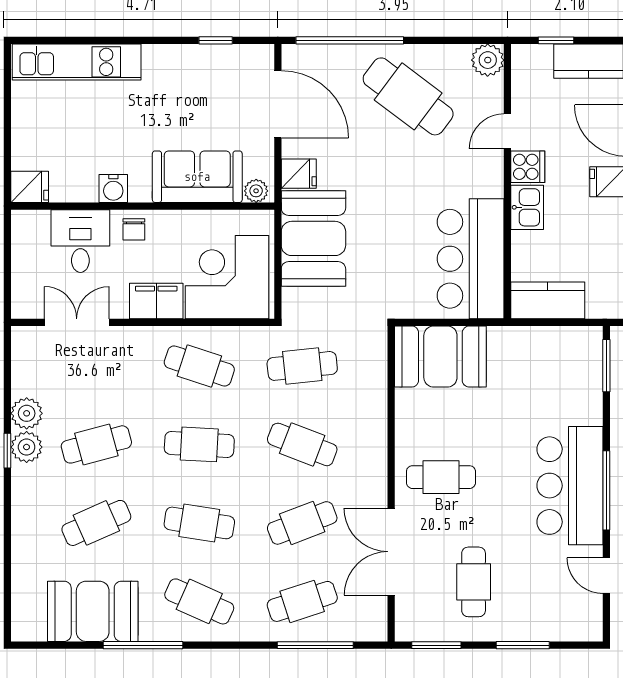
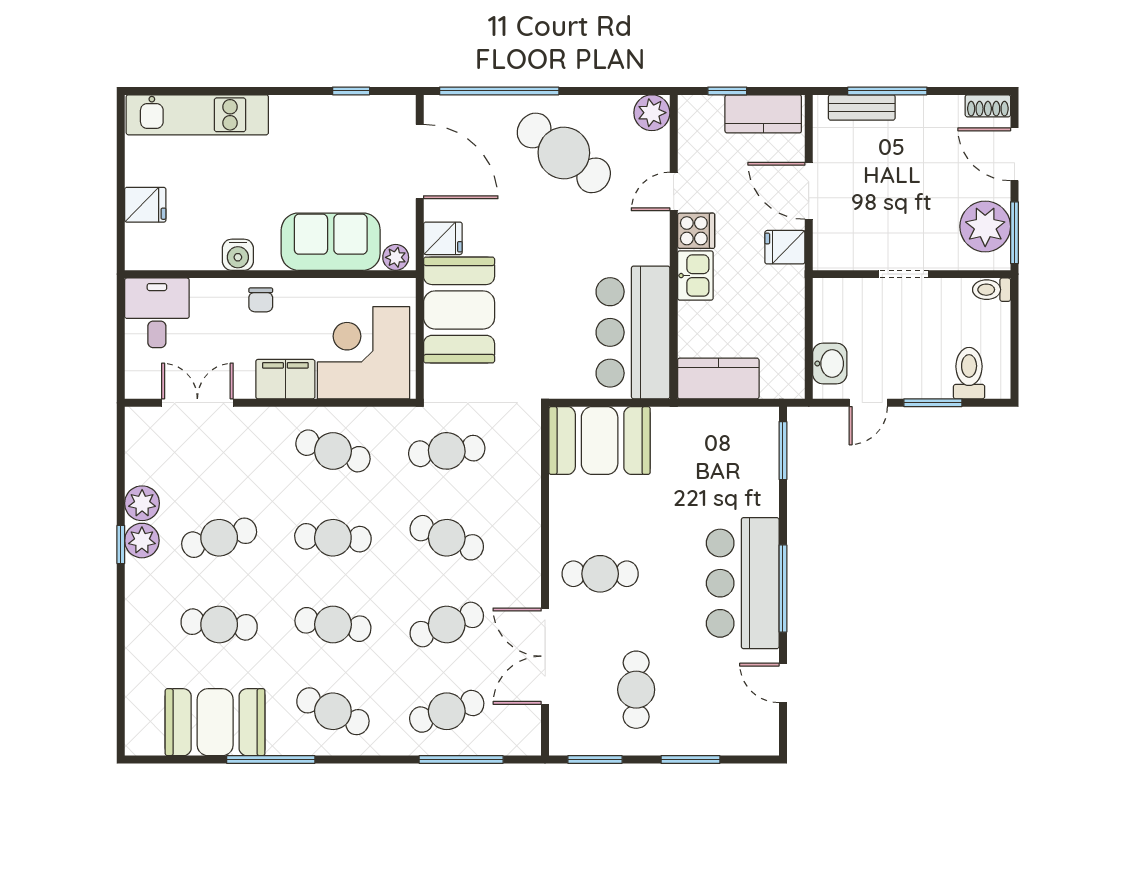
fridge: (30, 187) -> (145, 205), moved
desk: (80, 241) -> (157, 313), moved
cafe table: (96, 523) -> (219, 624), turned 30

